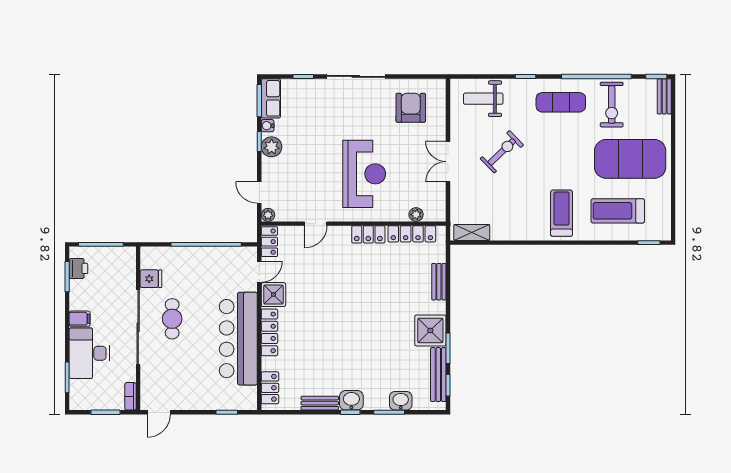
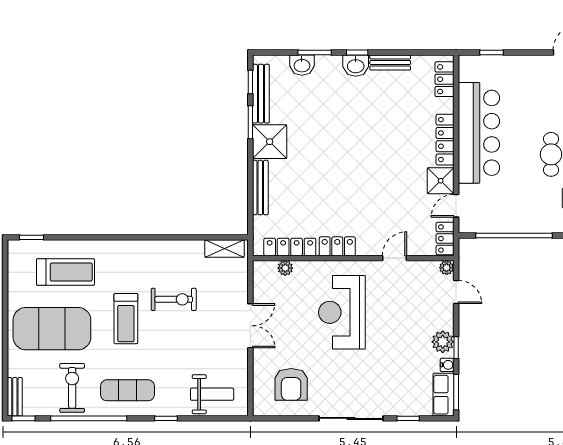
exercise bike: (502, 152) -> (174, 299), moved, turned -136
treadmill: (562, 213) -> (126, 319), moved
bench: (439, 282) -> (260, 188), width x1.36

